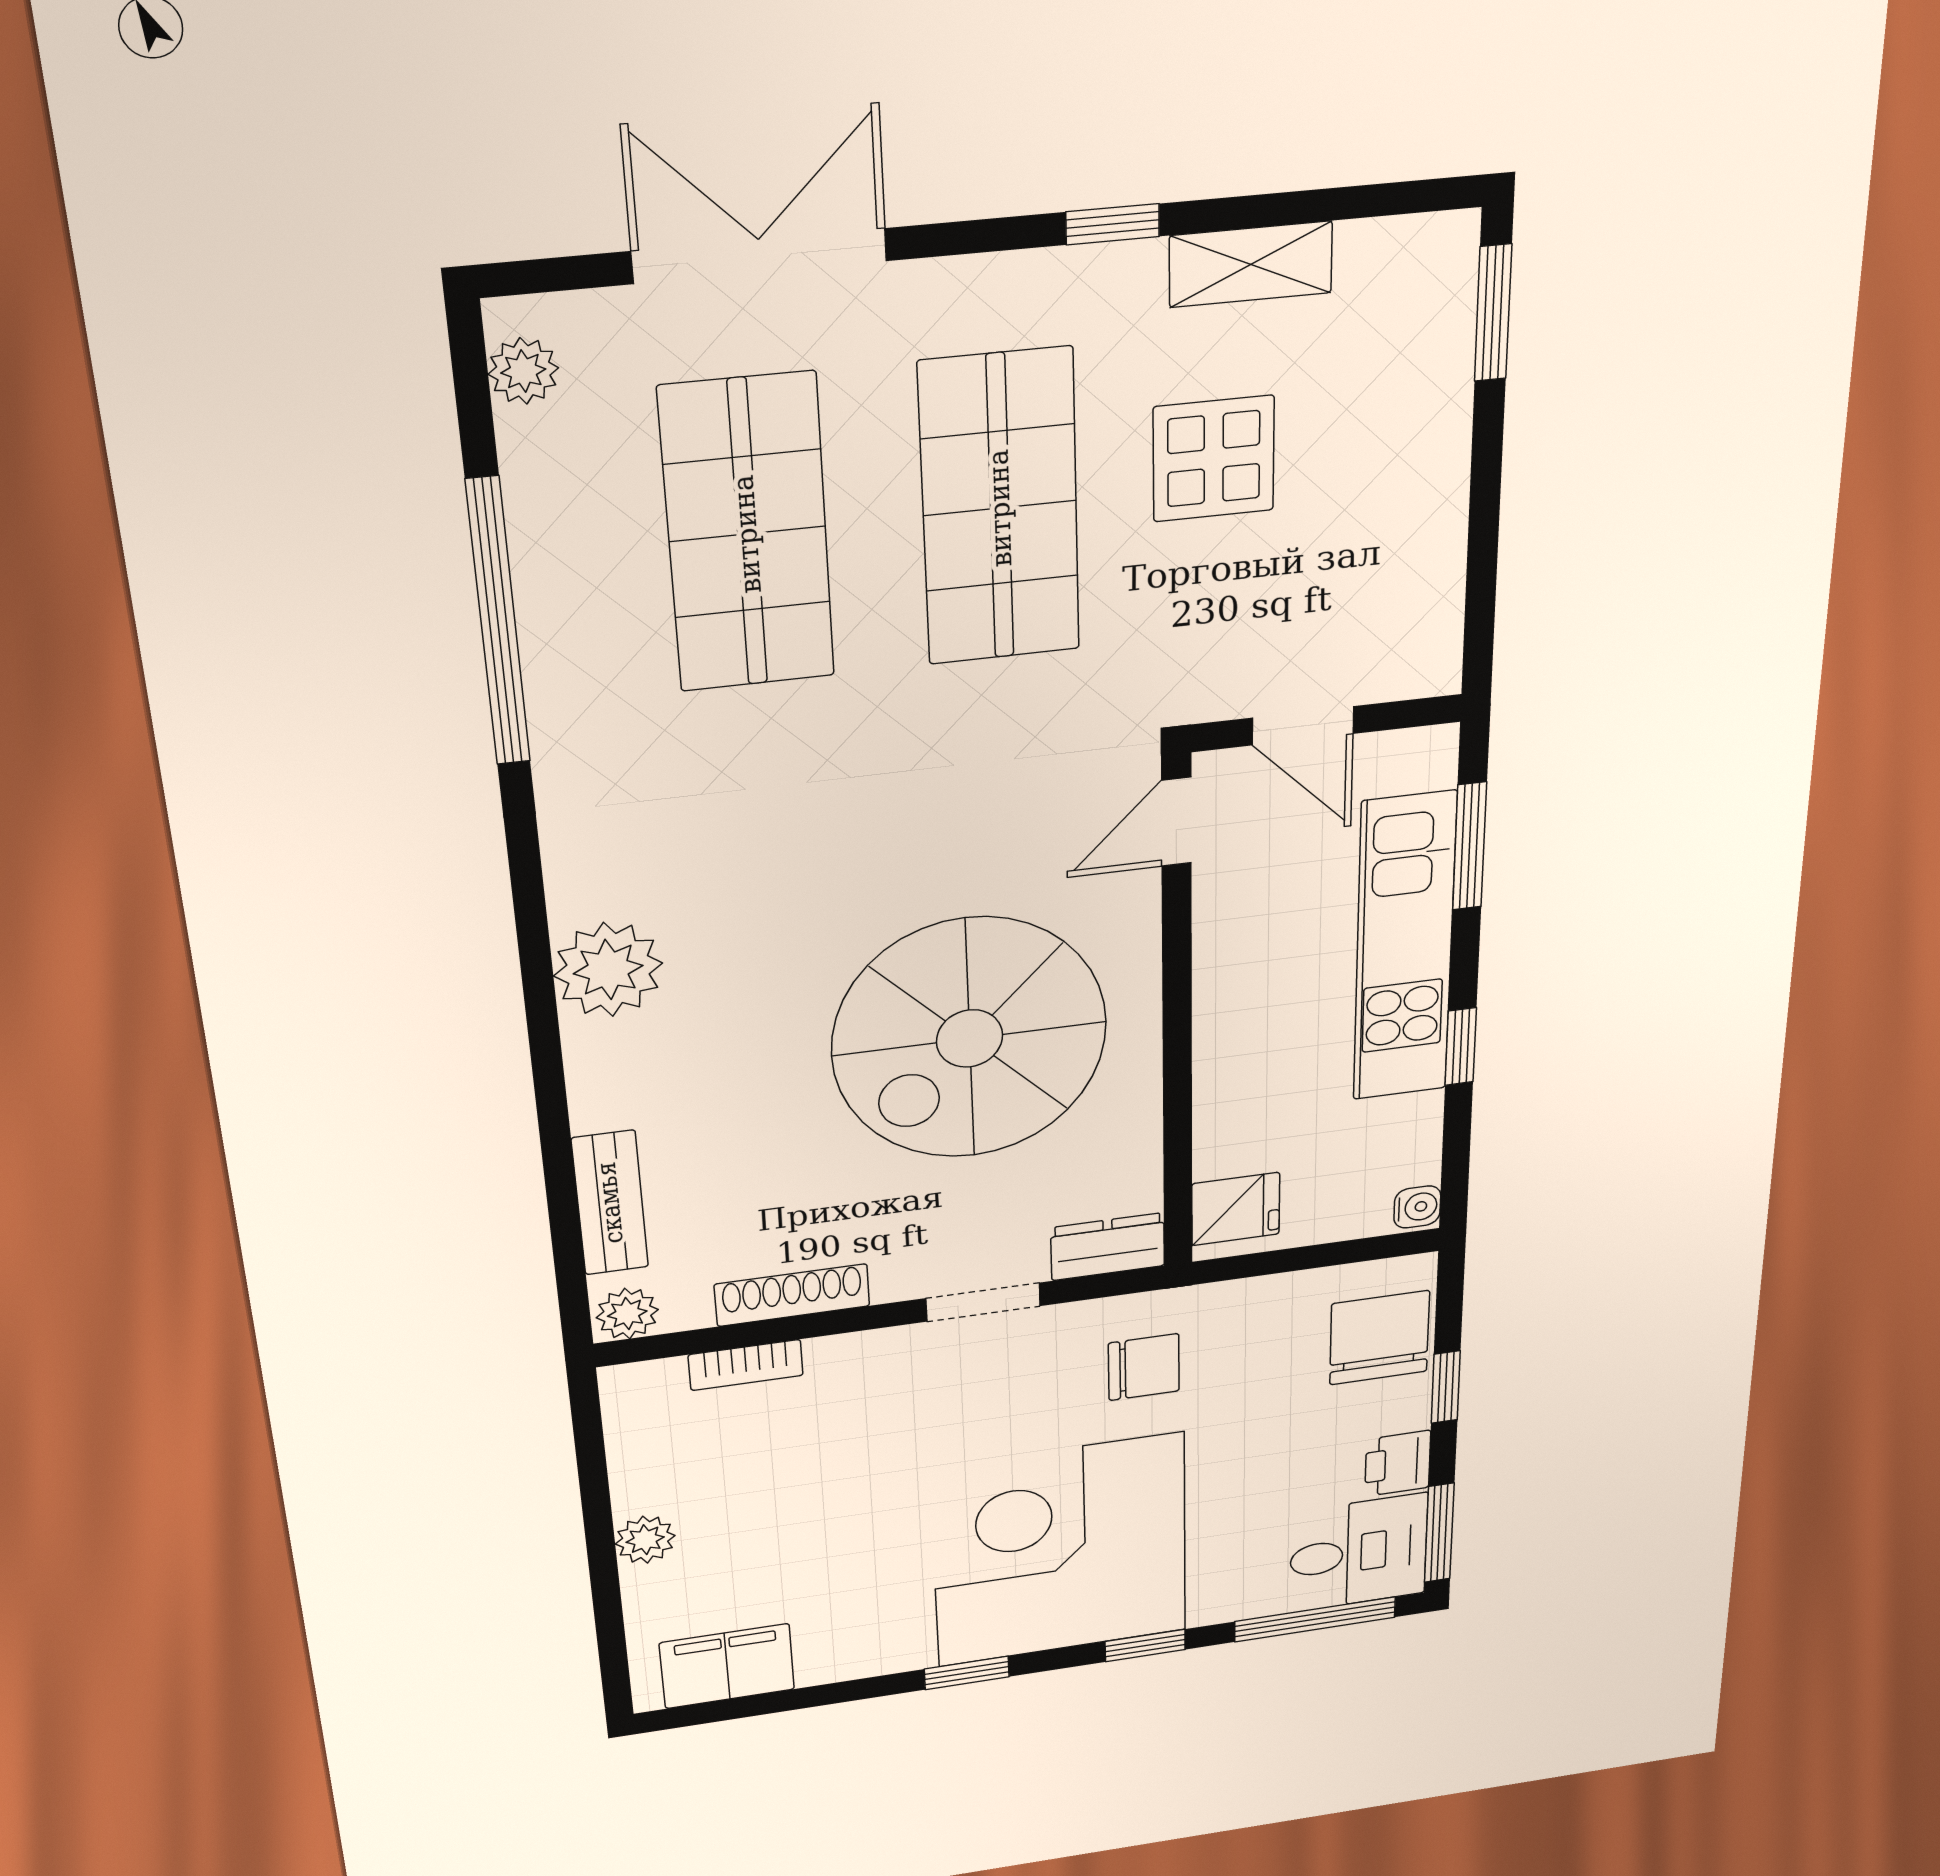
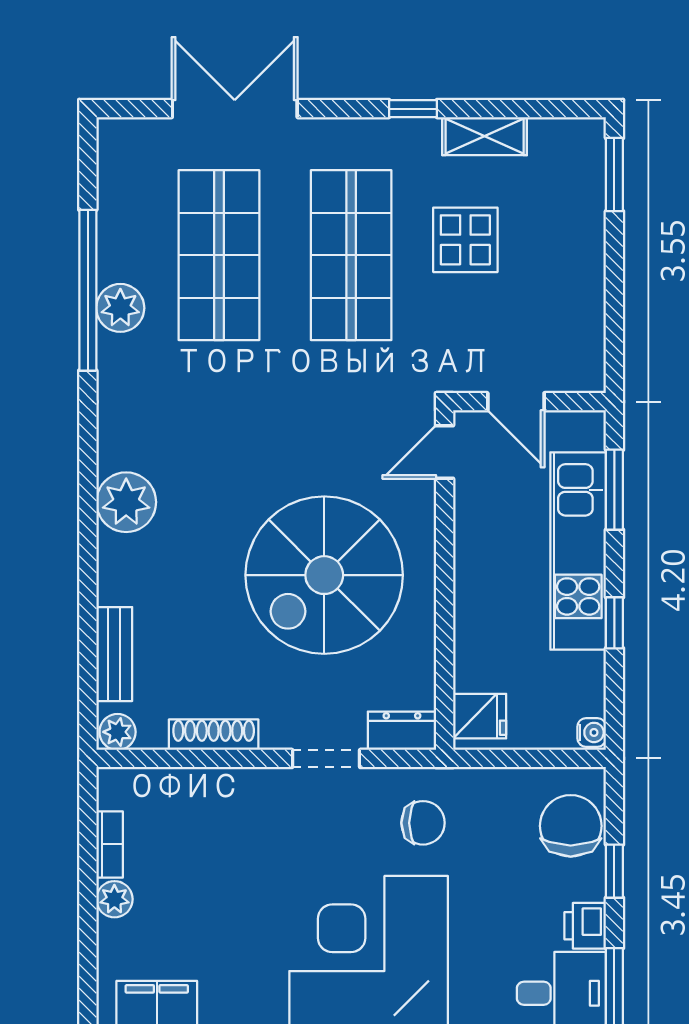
plant: (523, 371) -> (120, 308), moved, width x1.38, depth x1.38
bookcase: (746, 1365) -> (110, 844), moved, turned -90

